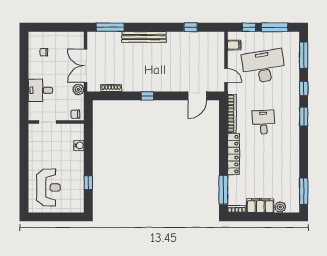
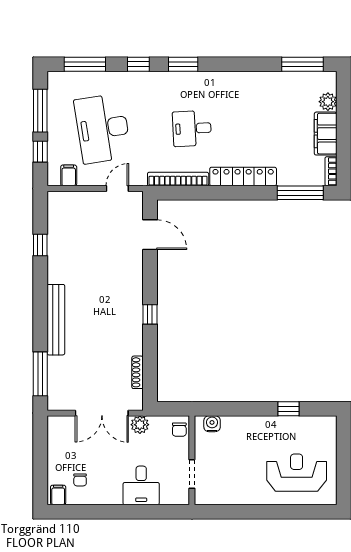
filing cabinet: (34, 38) -> (58, 495), added
water cooler: (79, 145) -> (212, 424), moved

